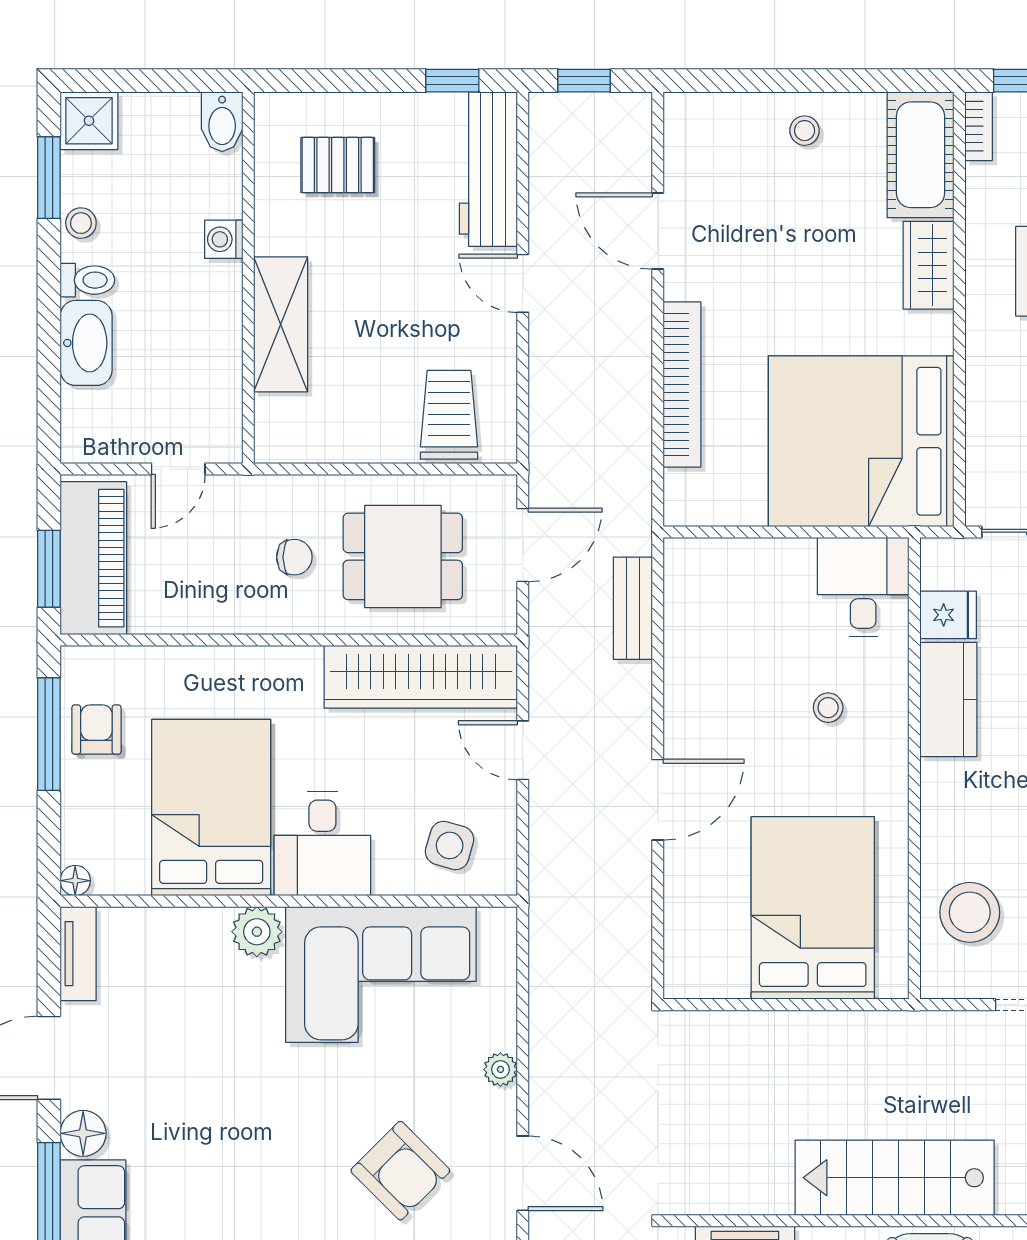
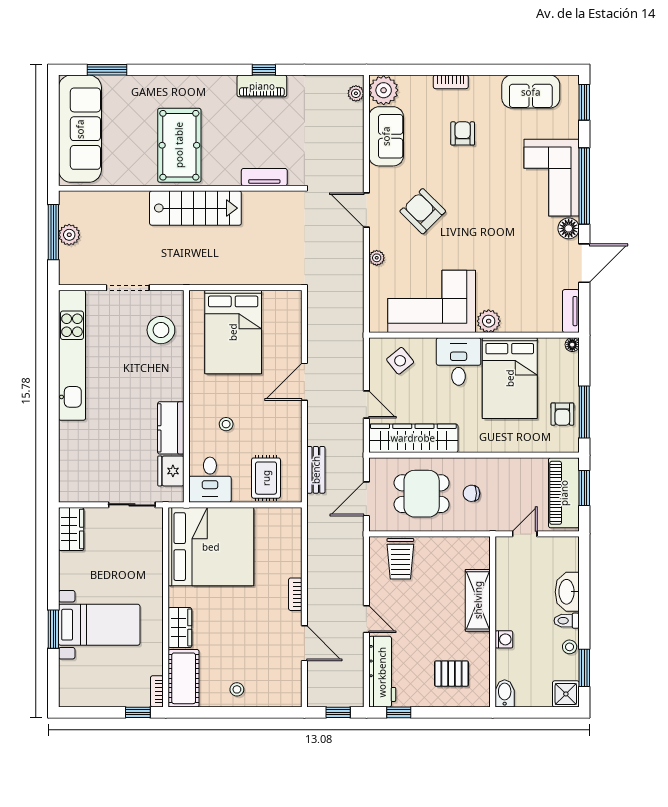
bookcase: (682, 385) -> (295, 594), width x0.43, depth x0.76
rug: (741, 590) -> (266, 478), added
fridge: (948, 615) -> (171, 471), width x1.38
side table: (450, 845) -> (400, 361), turned 35

